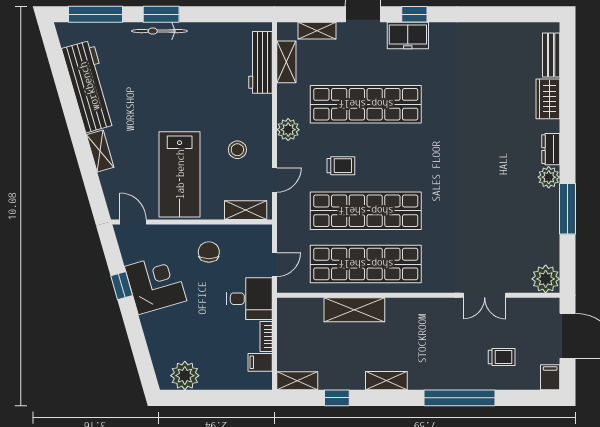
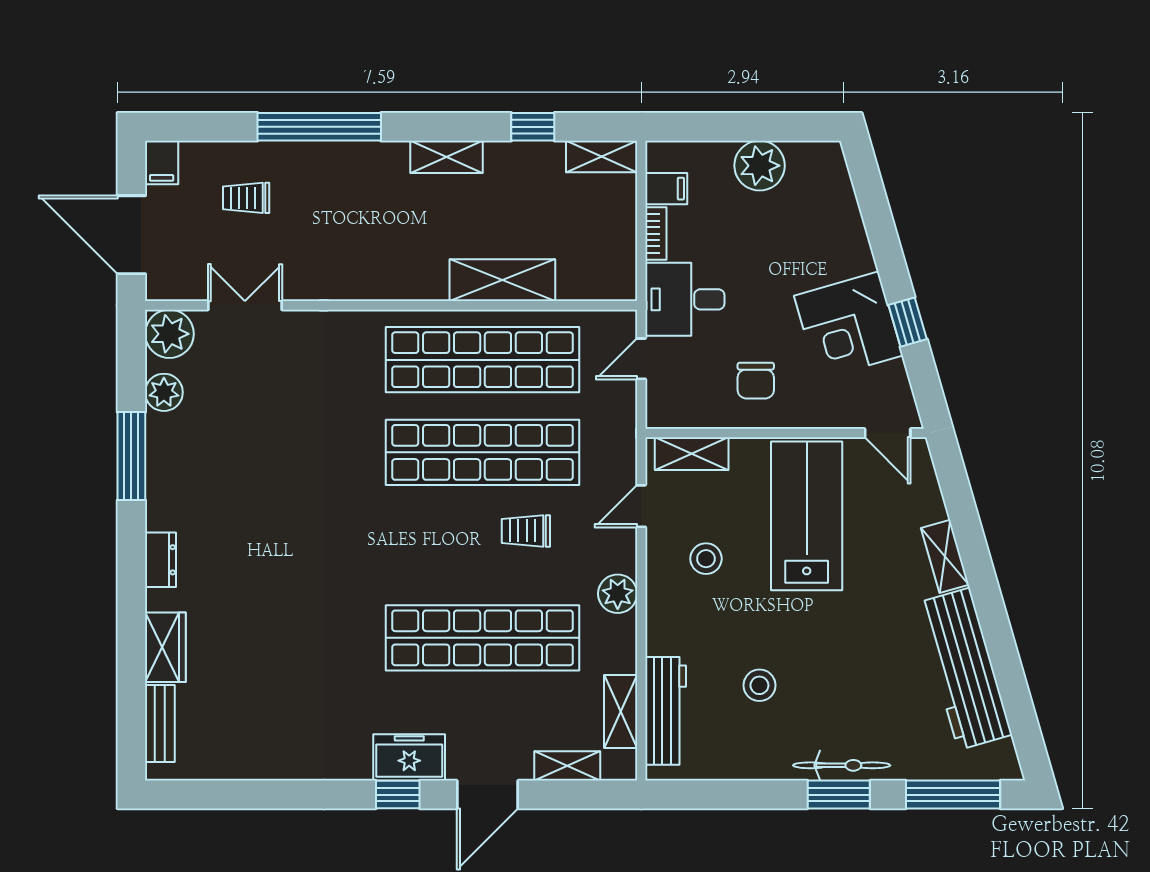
stool: (207, 77) -> (759, 685), added
plant: (549, 177) -> (164, 392), moved
double door: (485, 295) -> (245, 305), moved
plant: (185, 376) -> (760, 166), moved

